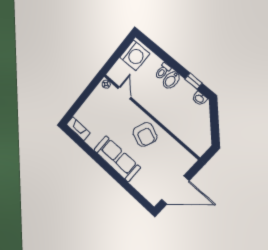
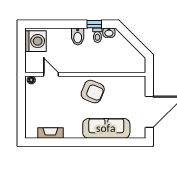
toilet: (163, 71) -> (97, 35), moved
fireplace: (78, 129) -> (50, 133), moved
sofa: (117, 159) -> (106, 128), moved

